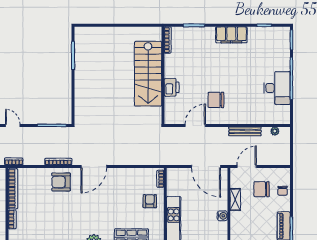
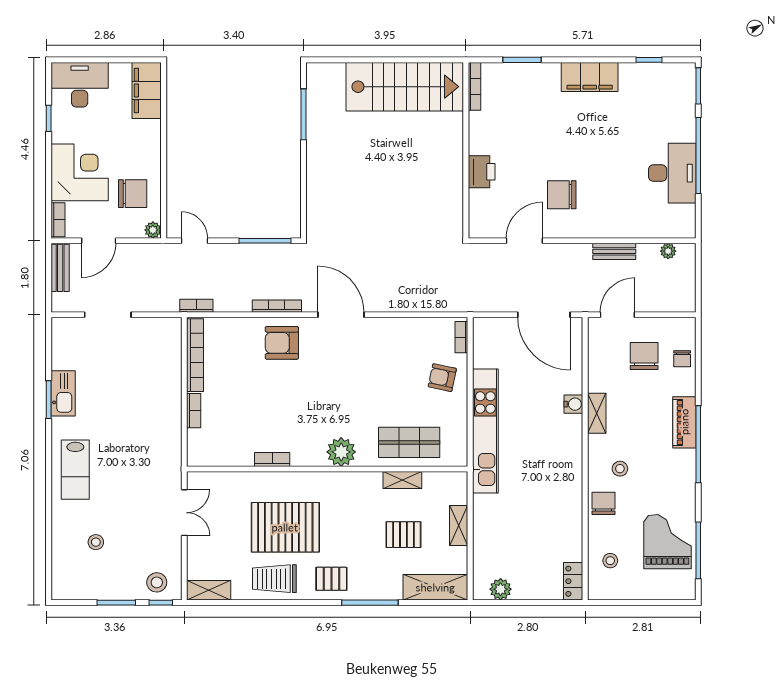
stairs: (148, 74) -> (405, 87), moved, turned -90
bench: (245, 131) -> (614, 251), width x0.73
door: (94, 166) -> (341, 315), swing flipped
chair: (262, 189) -> (644, 356), turned 90
shelving: (235, 199) -> (597, 413), moved
armchair: (150, 201) -> (442, 378), turned -78

